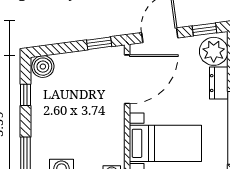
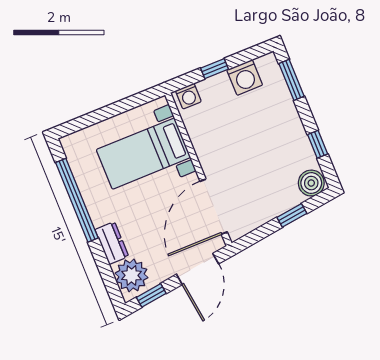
window: (99, 43) -> (292, 215), moved

